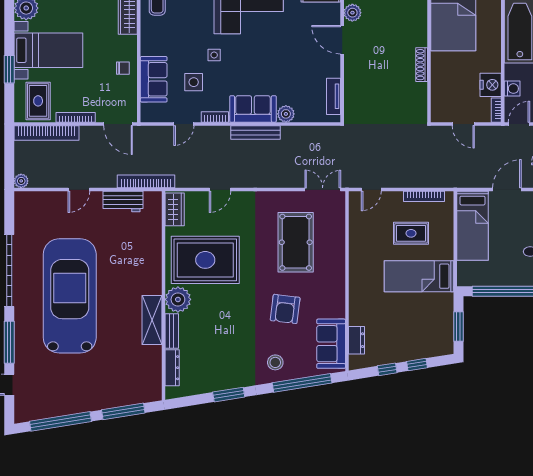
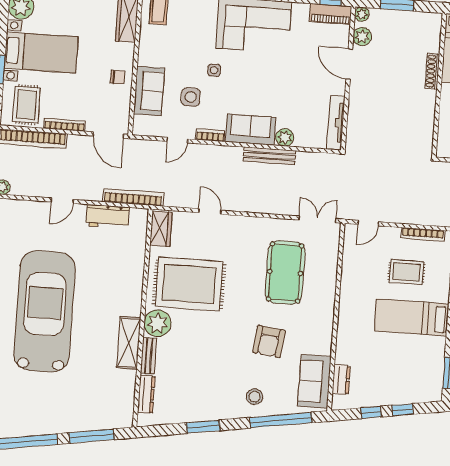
shoe rack: (422, 65) -> (432, 71), moved
tv unit: (334, 96) -> (336, 123), width x1.41
bench: (256, 133) -> (269, 156), moved
door: (220, 190) -> (210, 211), swing flipped

